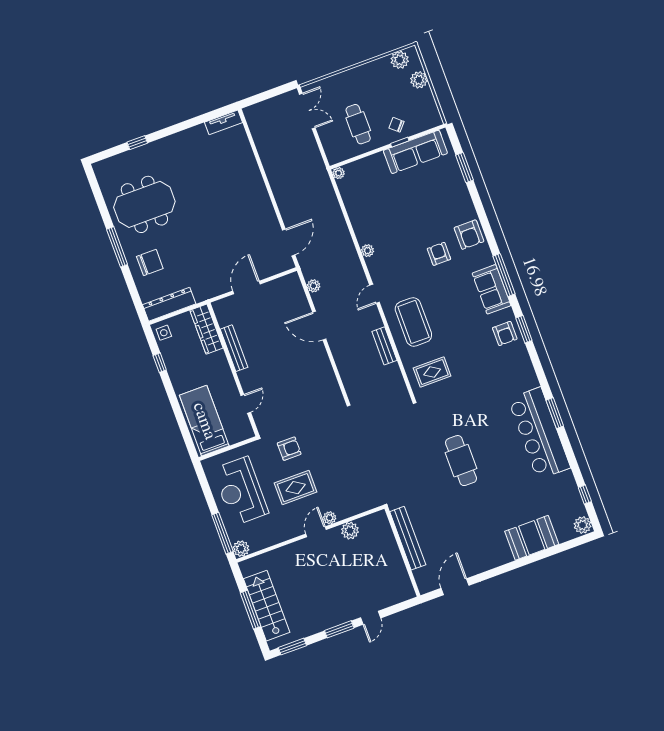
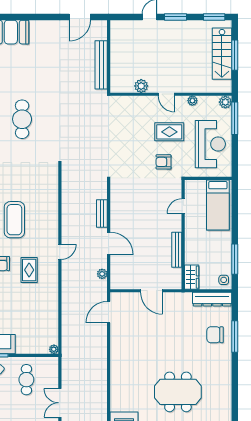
meeting table: (144, 204) -> (178, 392), moved
window: (117, 247) -> (235, 336), moved
plant: (367, 251) -> (53, 285), removed
door: (246, 287) -> (151, 291), hinge flipped
coffee table: (413, 322) -> (14, 220), moved
wardrobe: (207, 329) -> (192, 277), width x0.67
bench: (384, 346) -> (102, 214), moved
window: (160, 363) -> (235, 259), width x2.17
rug: (432, 372) -> (29, 270), moved, turned 90
cafe table: (461, 461) -> (22, 119), moved
plant: (330, 518) -> (192, 101), moved
door: (316, 532) -> (166, 94), hinge flipped

